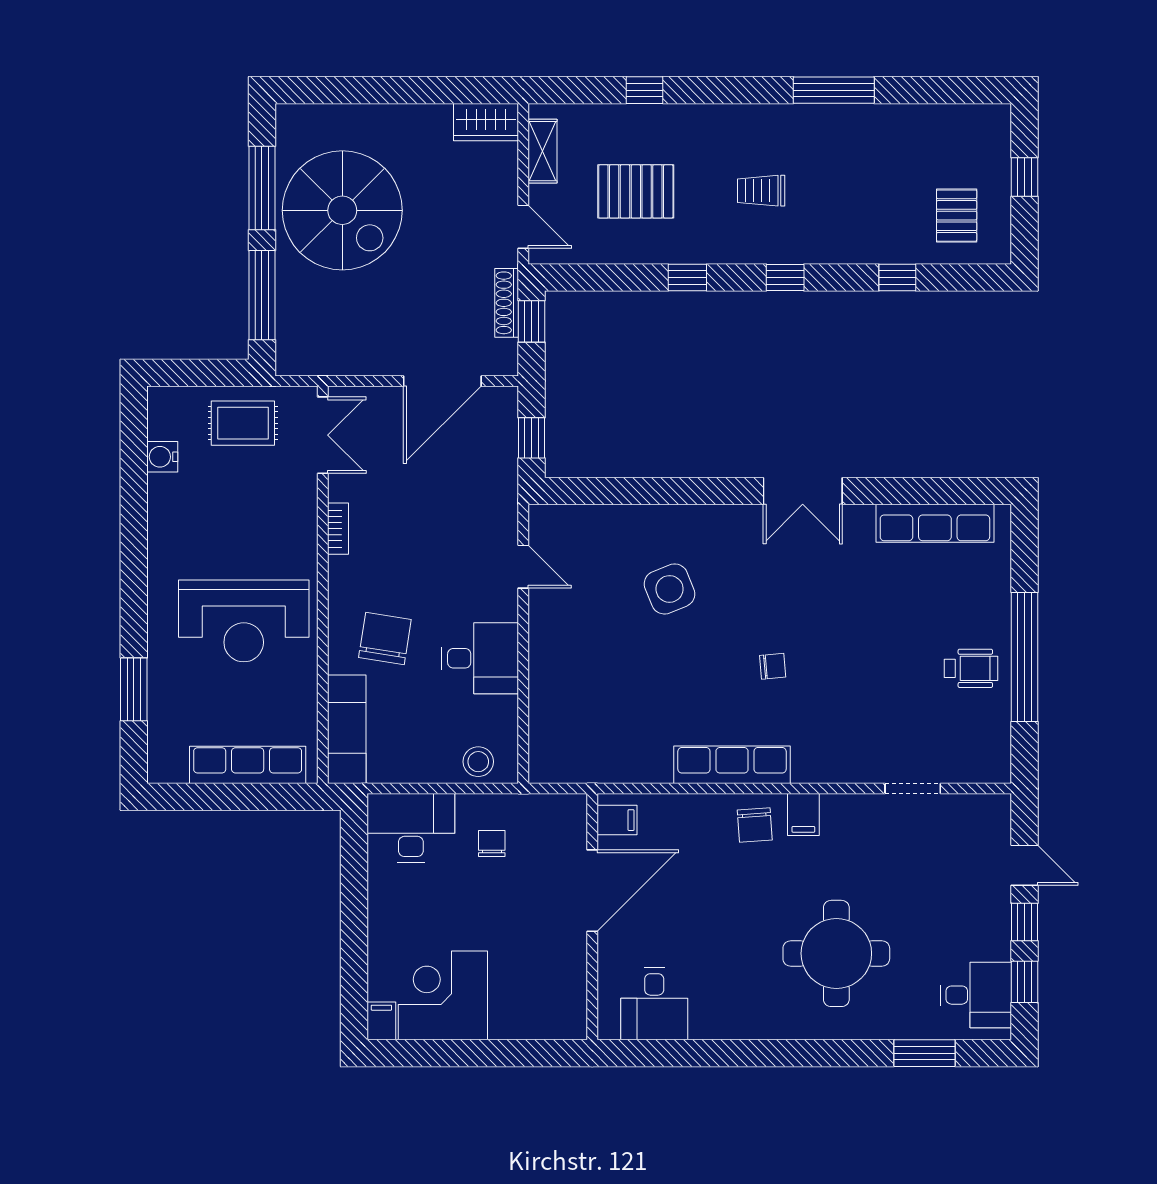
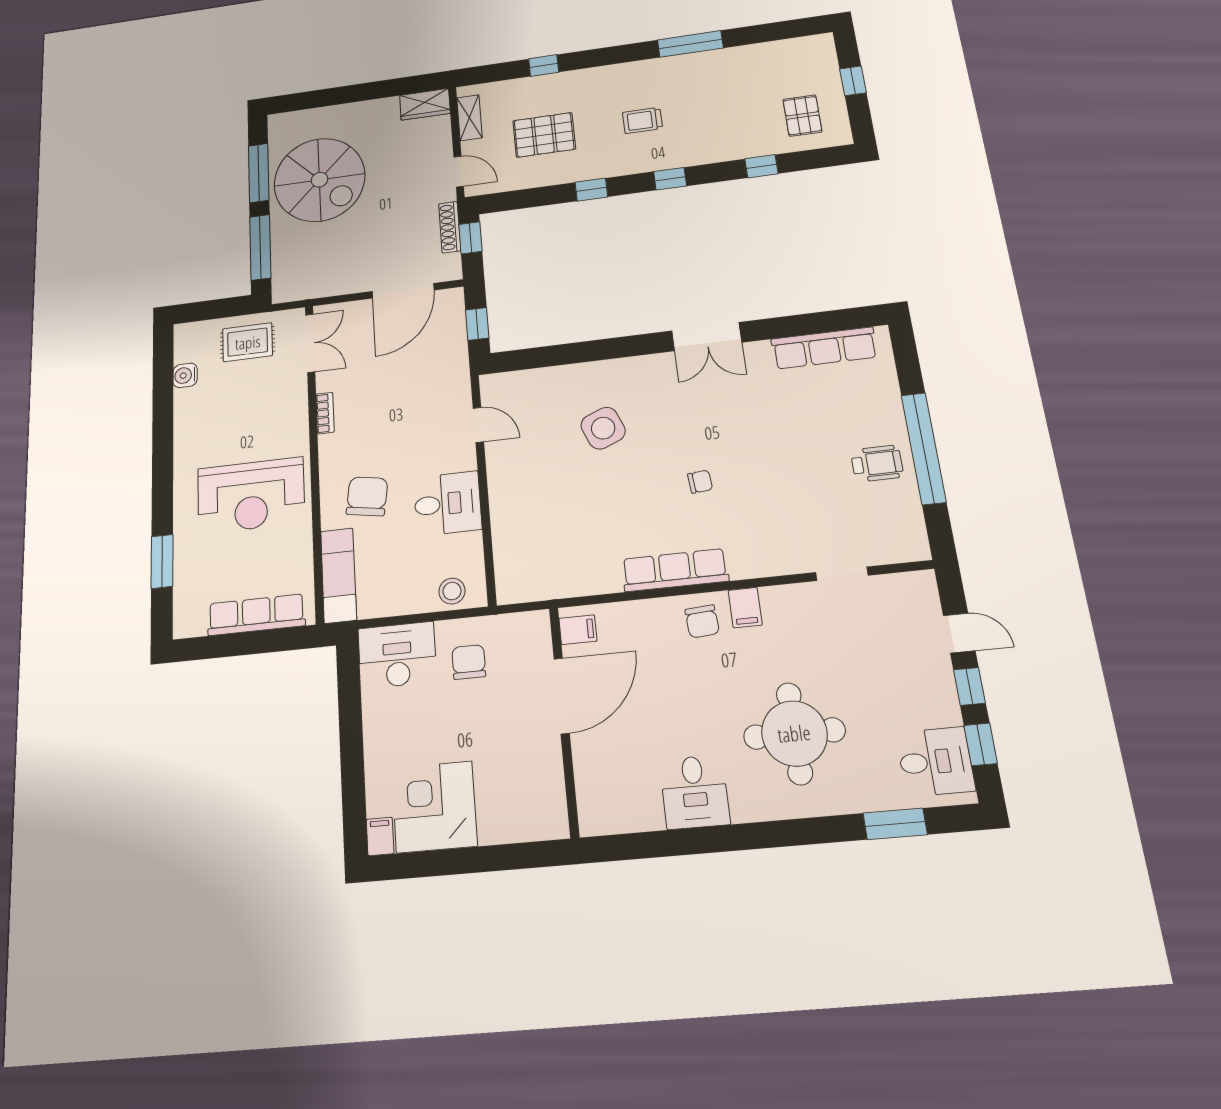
chair: (492, 844) -> (469, 662), width x1.37, depth x1.37
desk: (654, 1004) -> (695, 792), moved

